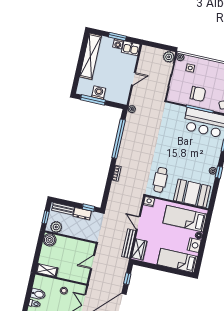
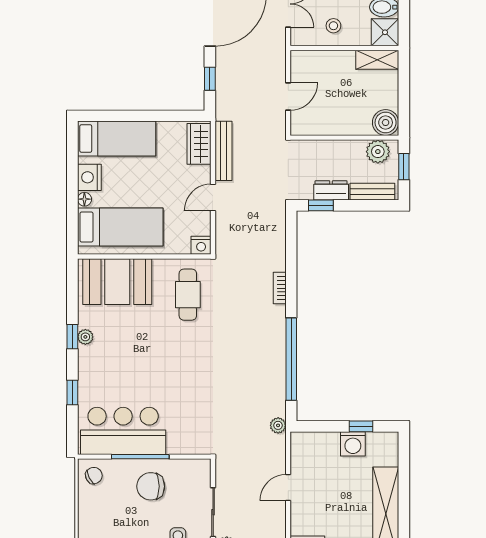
window: (93, 100) -> (361, 426), width x0.46
door: (138, 223) -> (213, 197), swing flipped
shower: (40, 282) -> (385, 32), added

